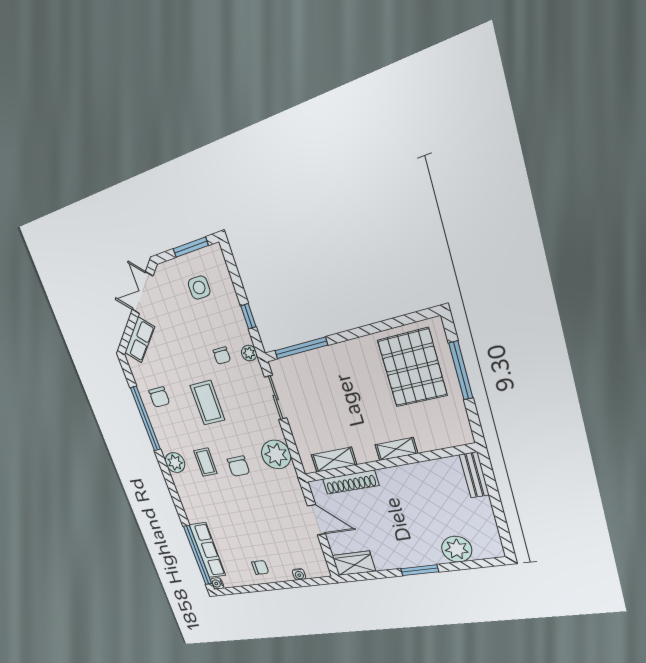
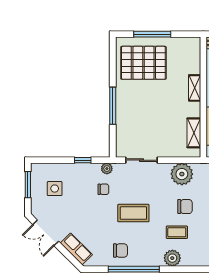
window: (301, 348) -> (113, 106), moved

